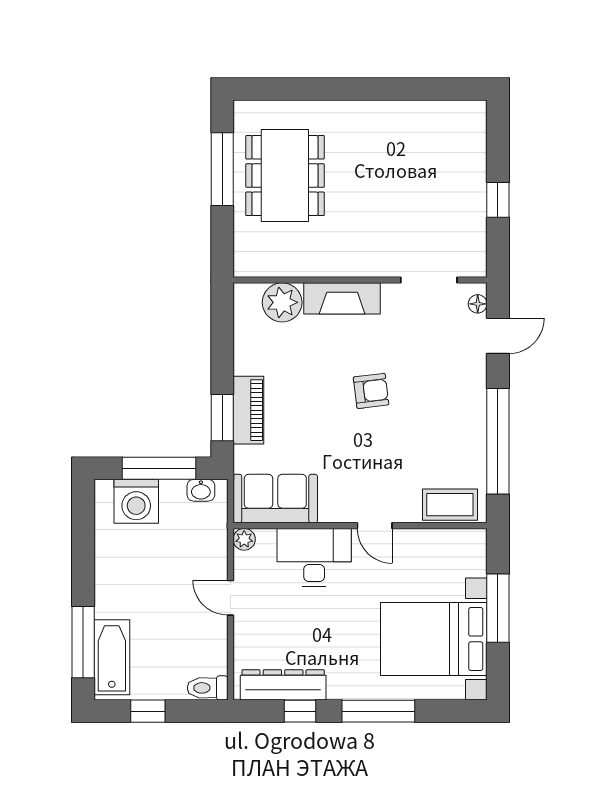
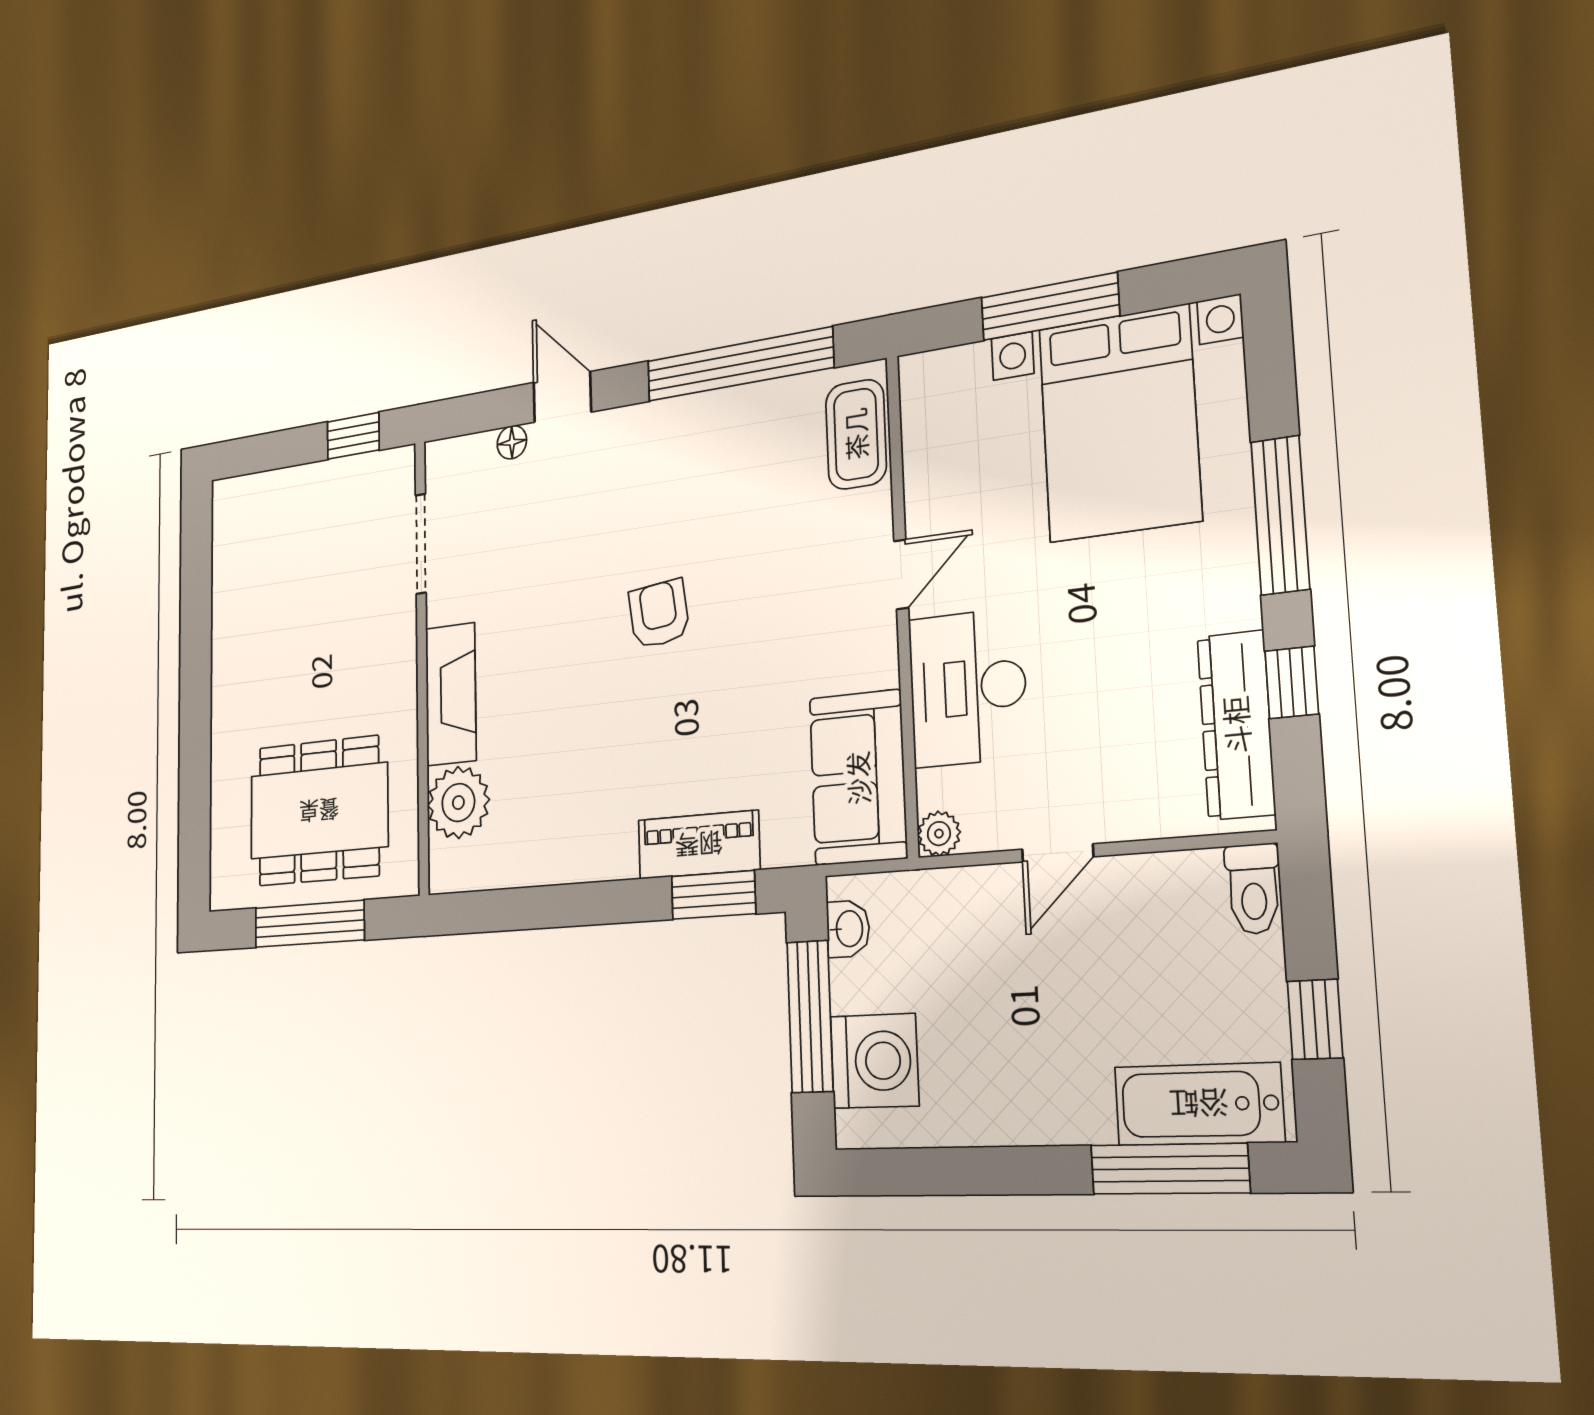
wall: (360, 280) -> (422, 665), moved
doorway: (429, 280) -> (421, 544), moved
fireplace: (342, 298) -> (451, 694), moved
plant: (282, 302) -> (458, 803), moved

